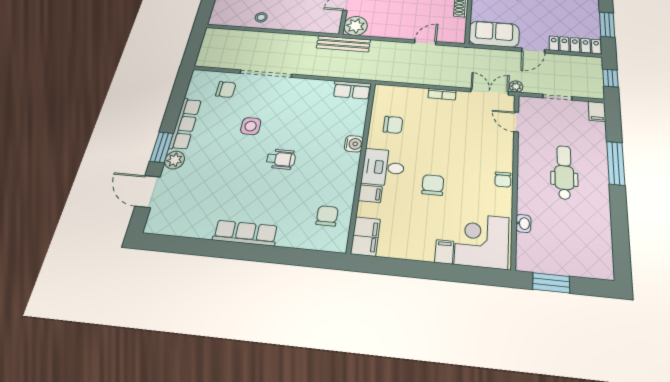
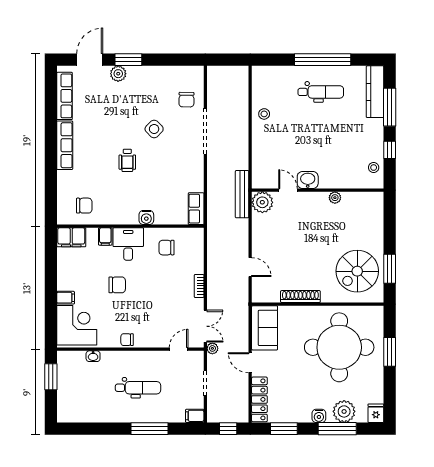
row of seats: (185, 124) -> (65, 96), moved, turned -90
chair: (393, 125) -> (167, 248), turned 90
side table: (251, 126) -> (154, 129), turned 45

